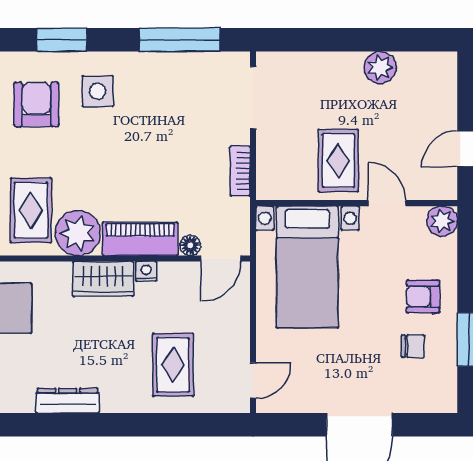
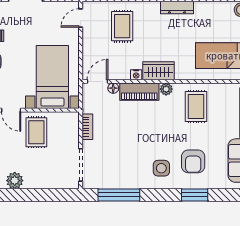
window: (62, 40) -> (195, 195), moved
plant: (78, 233) -> (166, 89), width x0.53, depth x0.53

